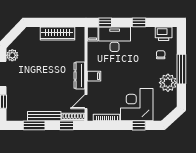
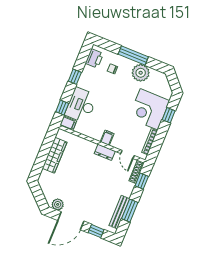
dresser: (79, 75) -> (105, 152), width x0.70
bench: (44, 116) -> (119, 212), moved

